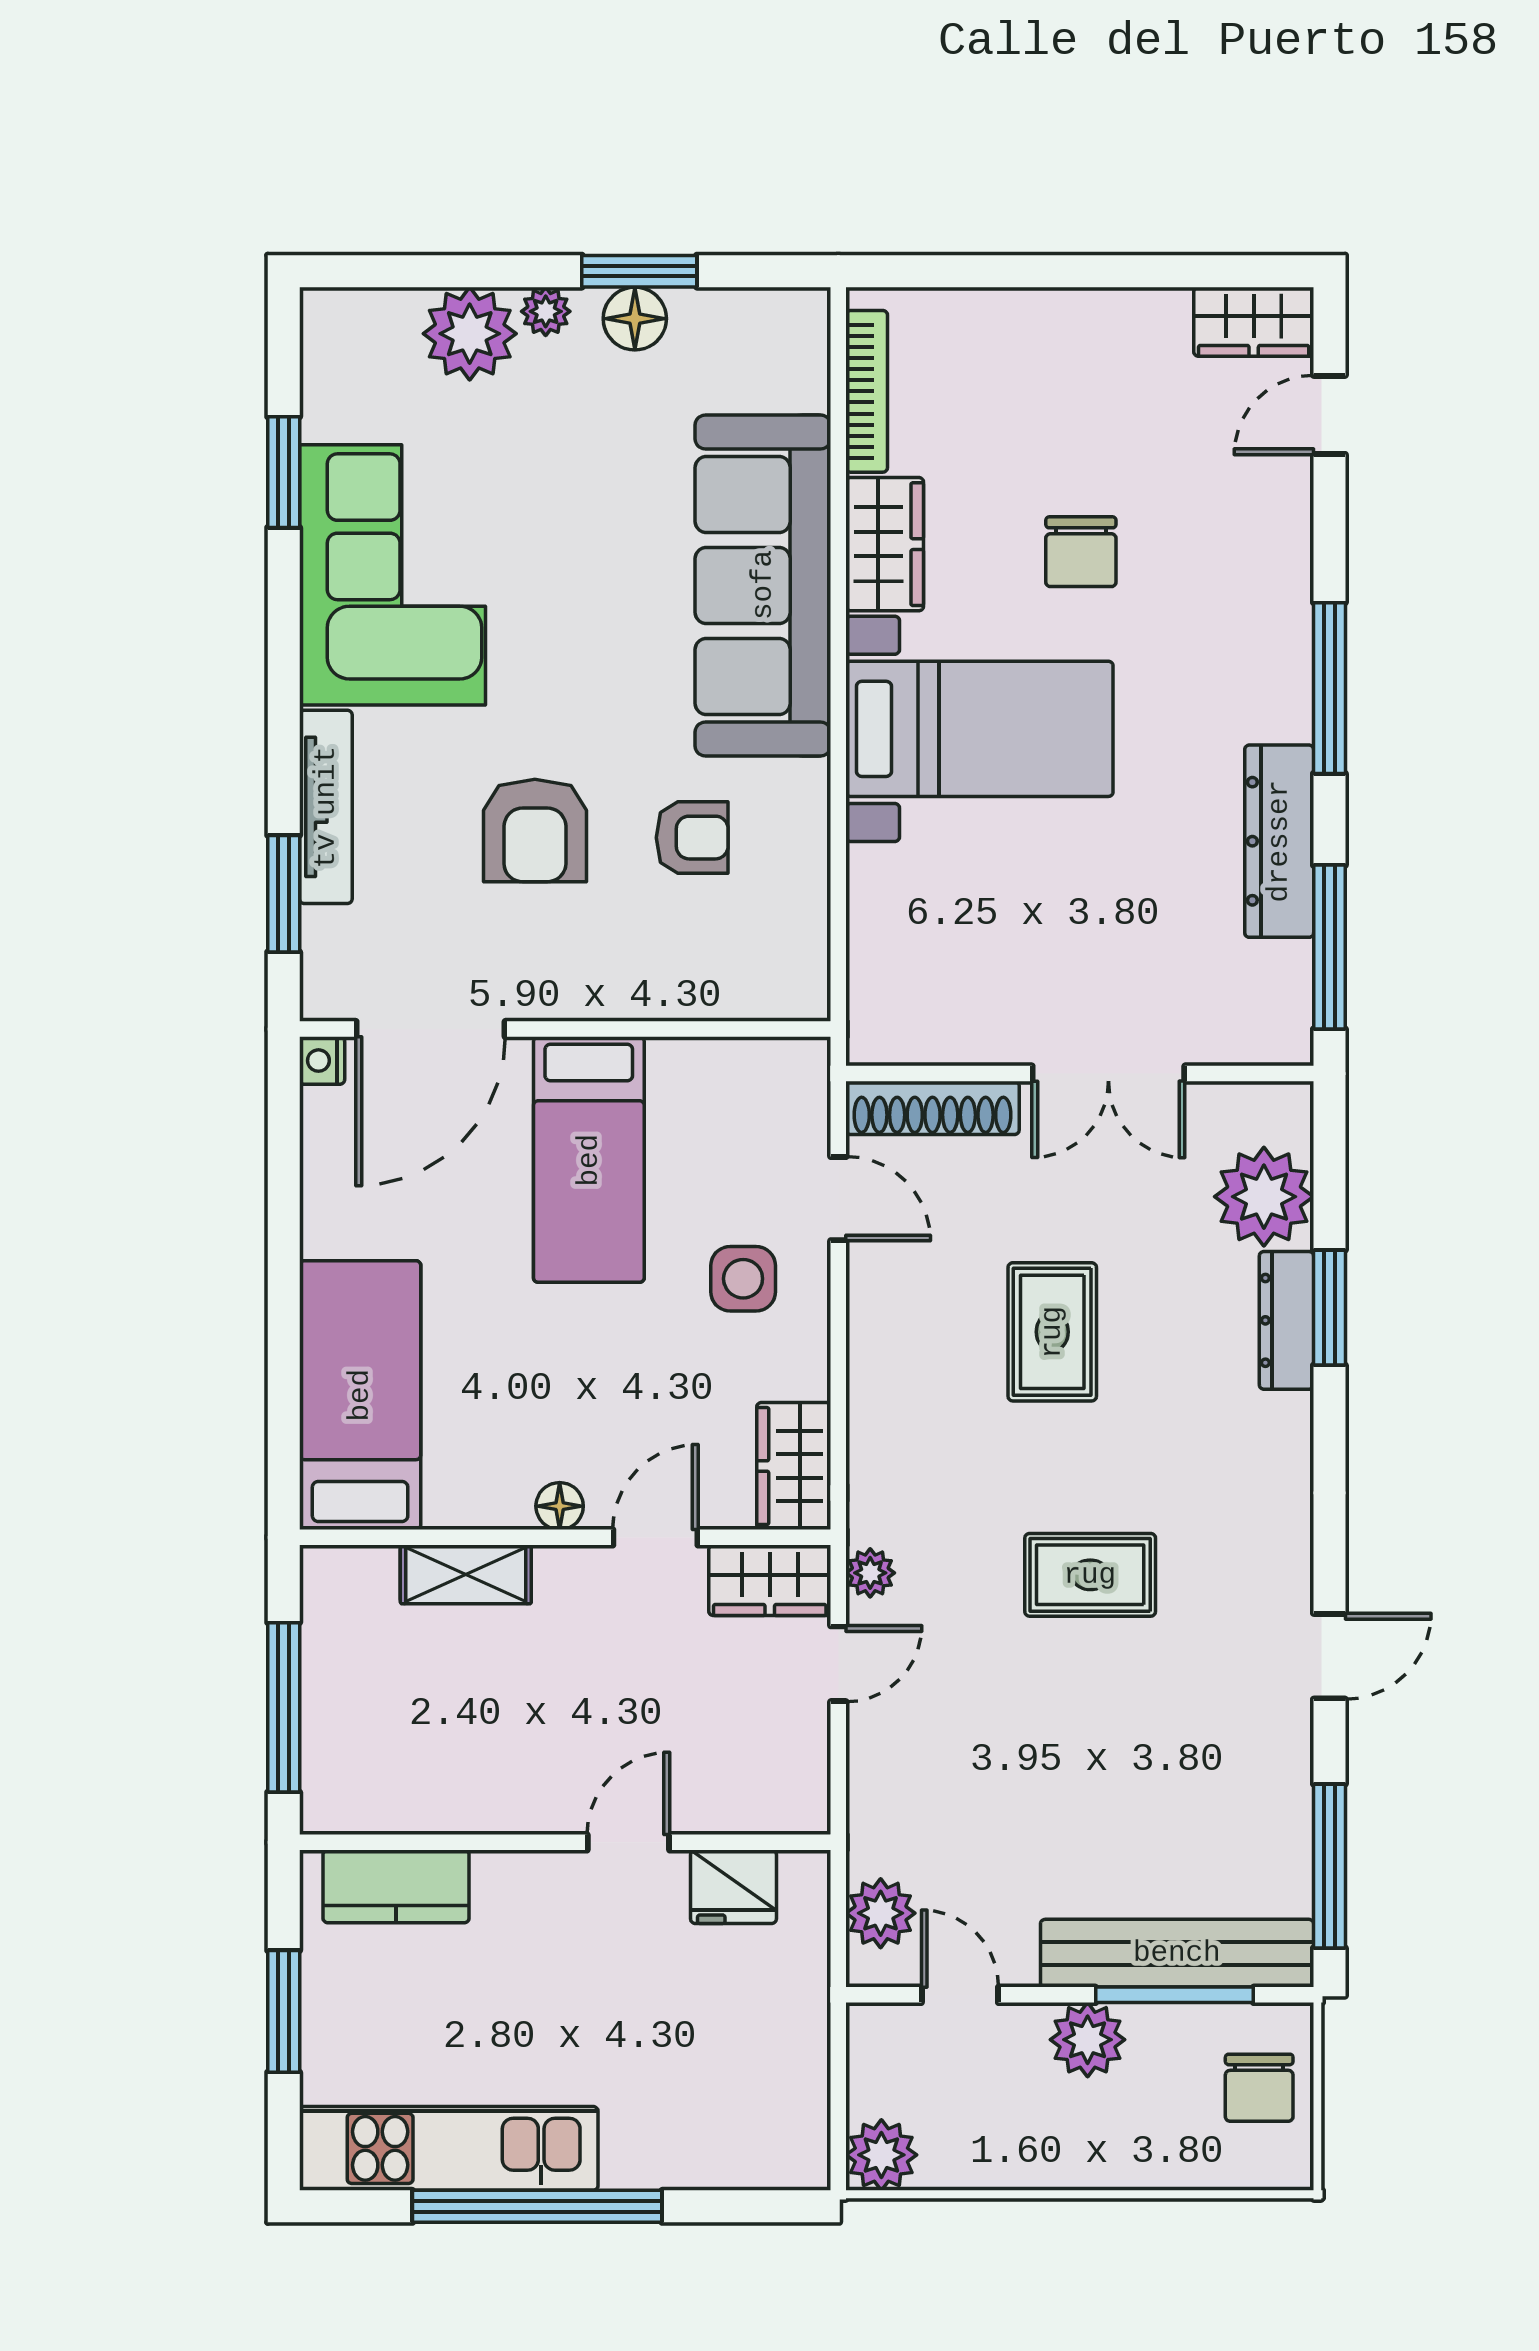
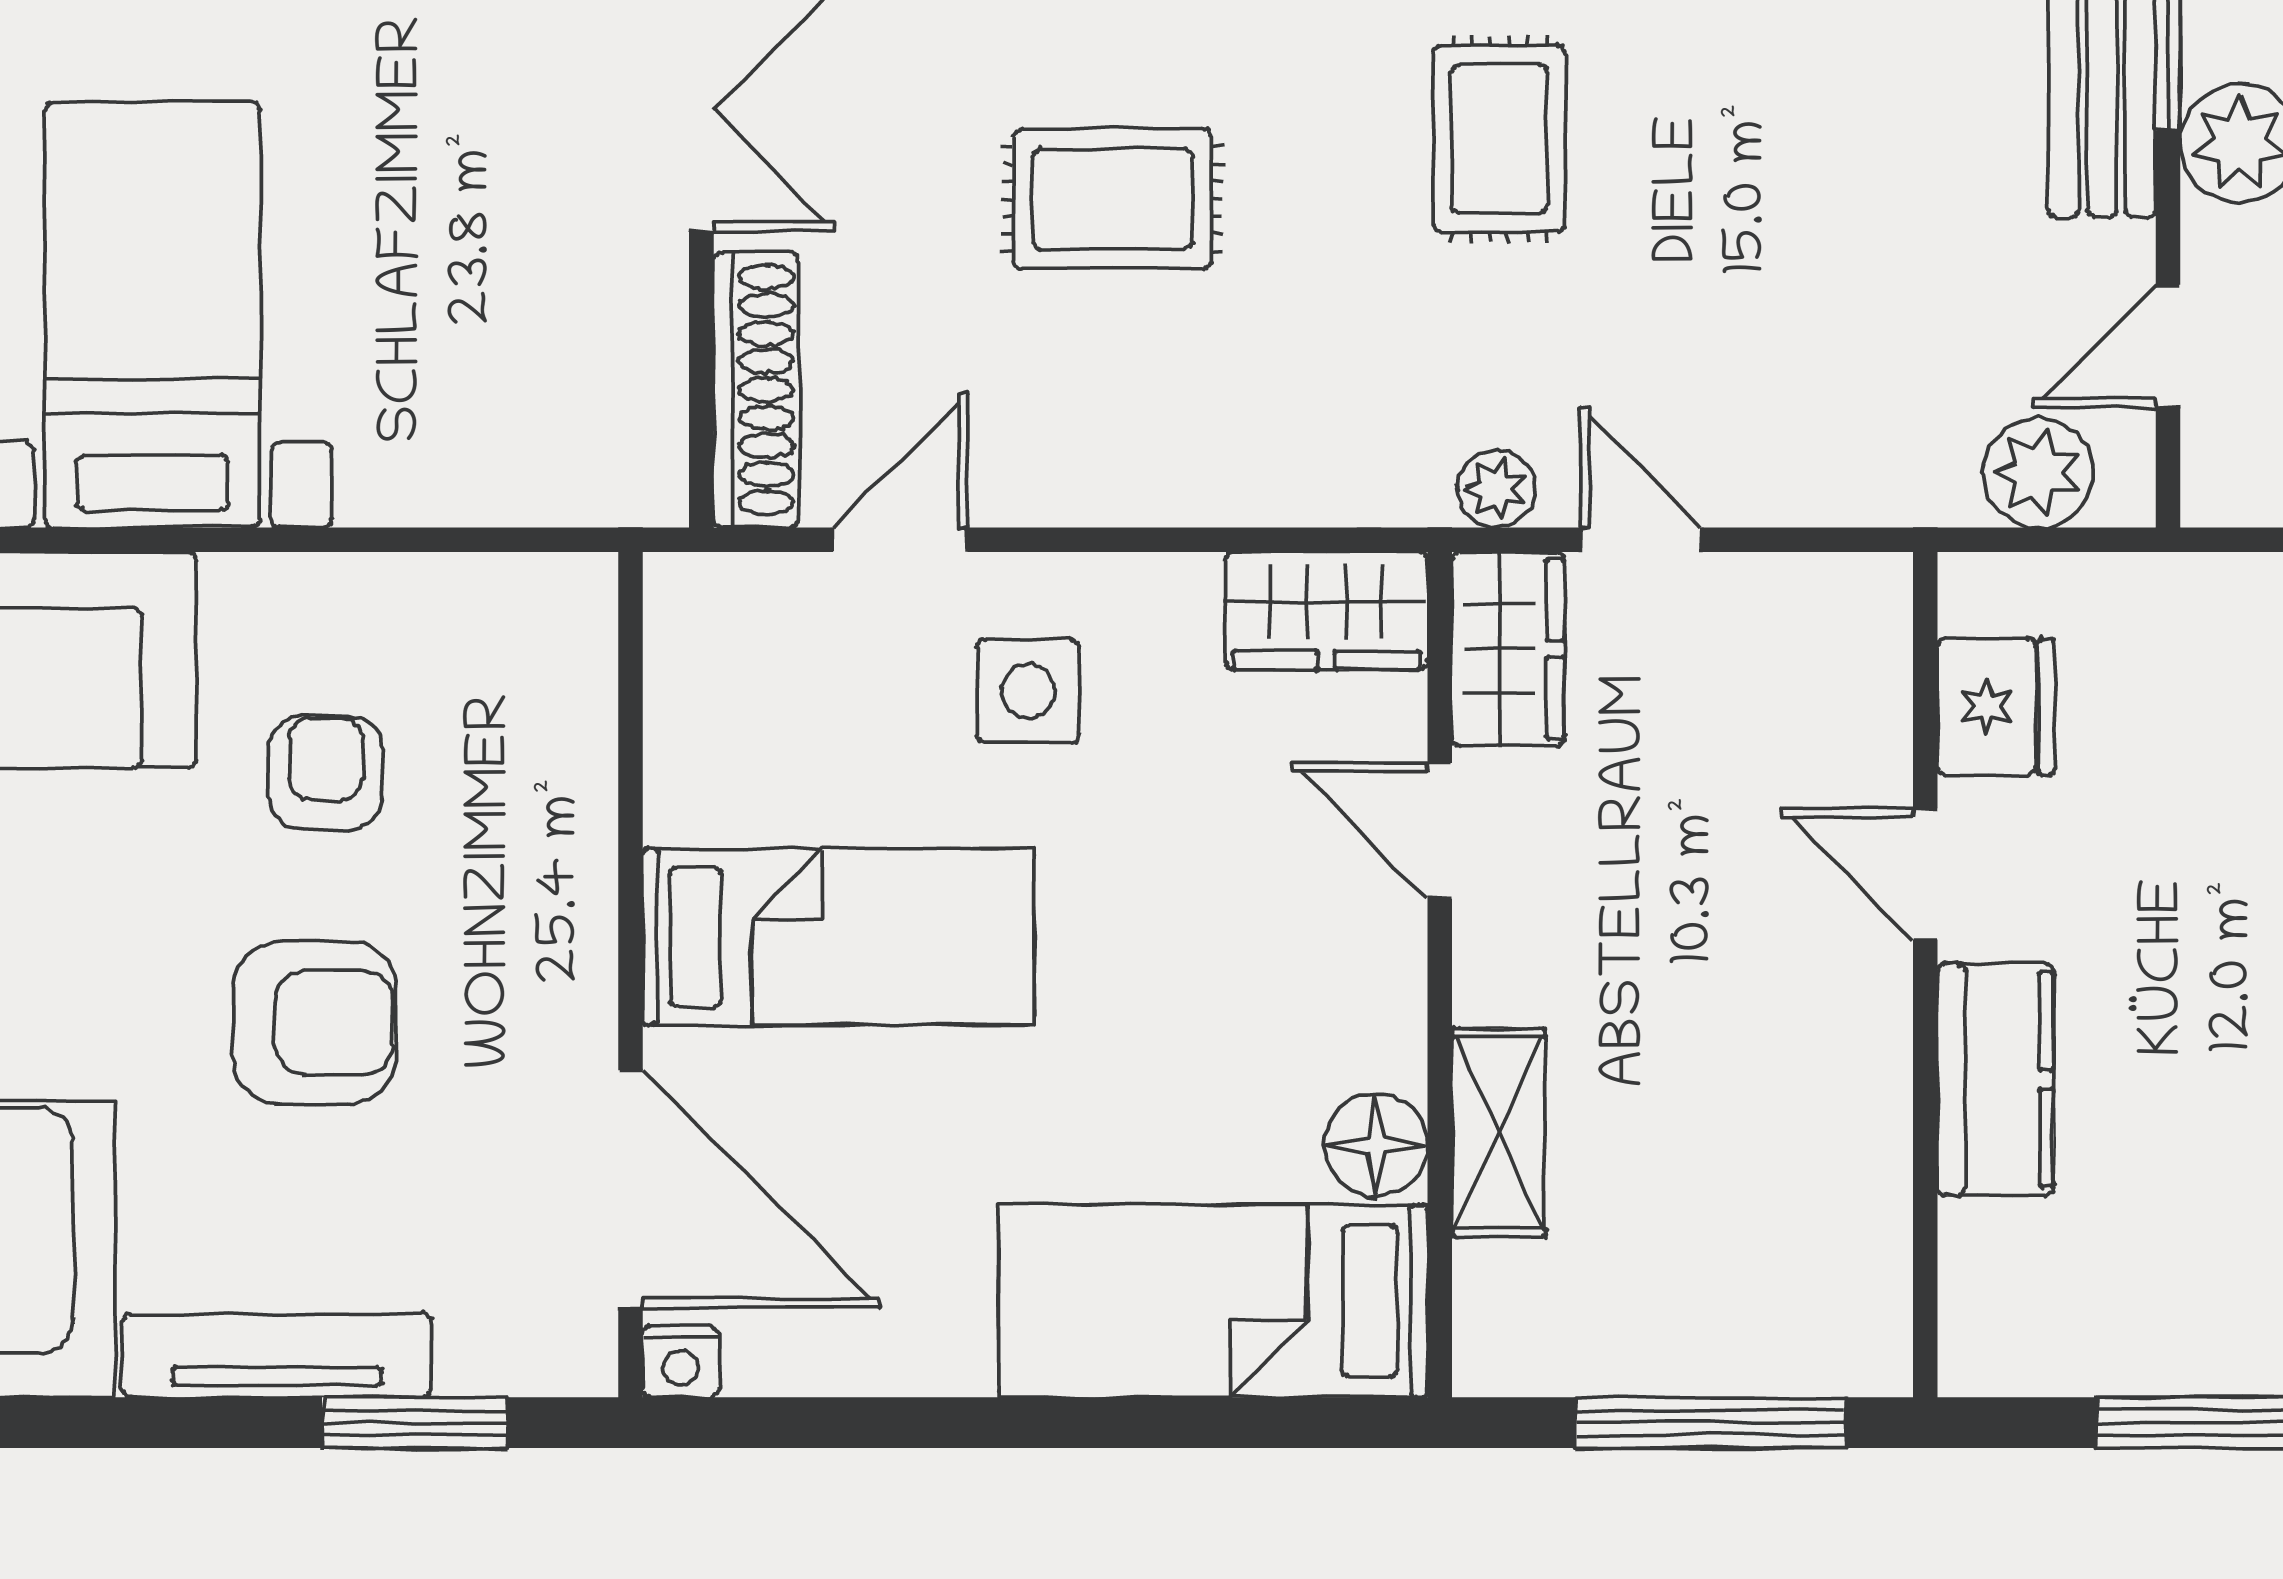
floor lamp: (560, 1506) -> (1376, 1145), moved, width x1.37, depth x1.37
kitchen counter: (396, 1886) -> (1995, 1079), moved

